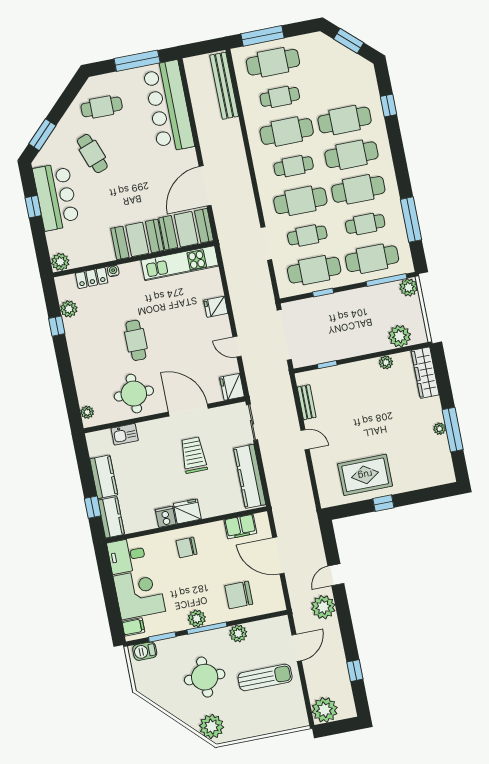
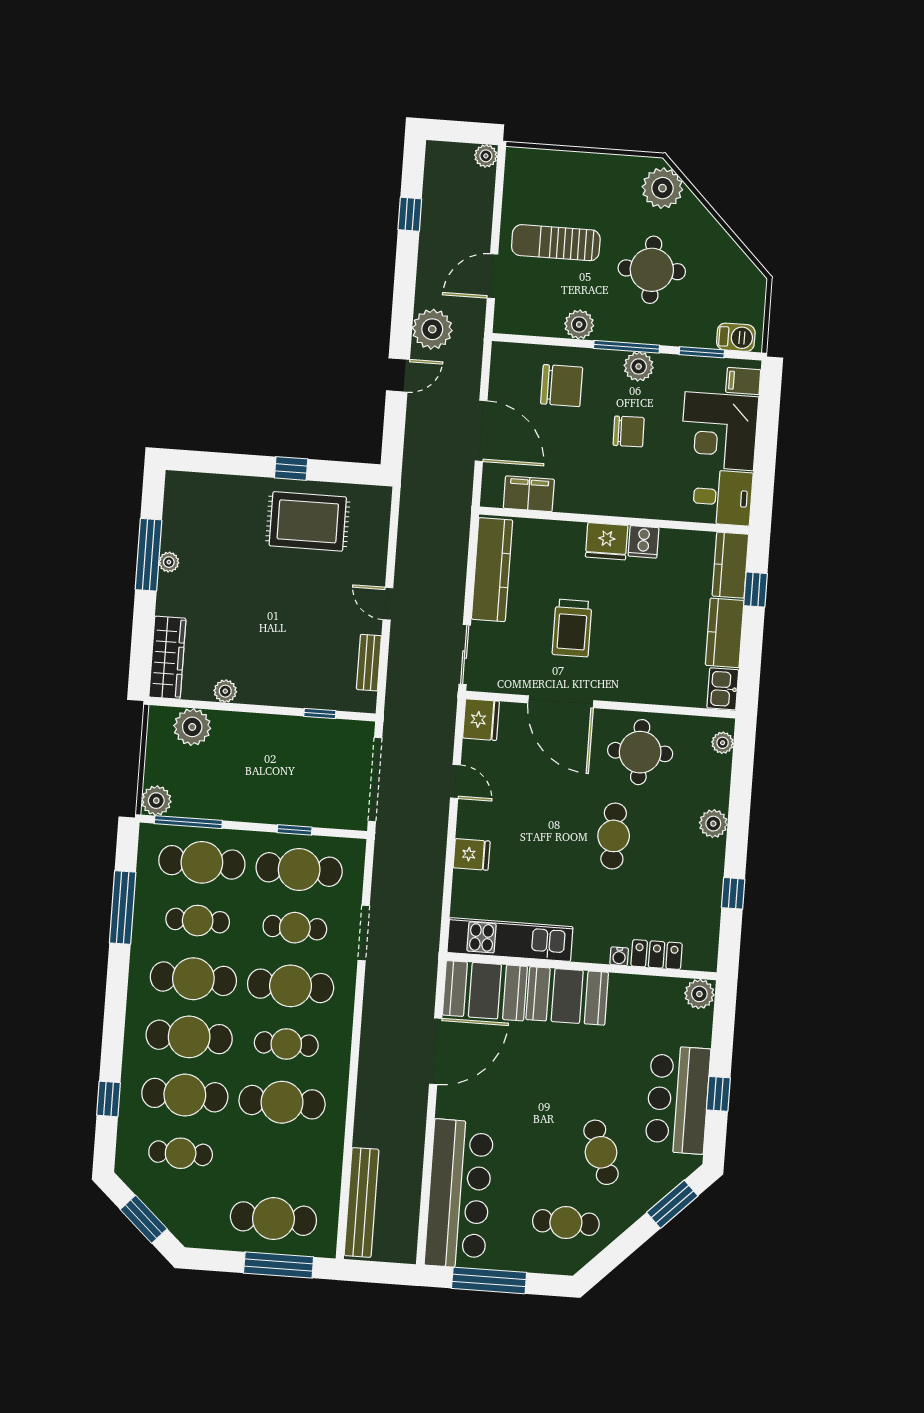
cafe table: (280, 97) -> (181, 1153), moved
plant: (69, 309) -> (713, 824), moved
kitchen sink: (125, 434) -> (723, 689), moved, turned -90
chair: (187, 547) -> (629, 431), moved
plant: (325, 710) -> (486, 156), width x0.53, depth x0.53

